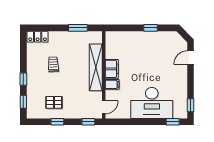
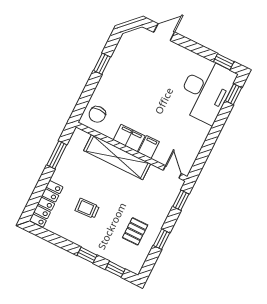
locker: (38, 37) -> (46, 204), width x1.53
chair: (117, 41) -> (97, 114), added
door: (191, 58) -> (164, 32), swing flipped
desk: (152, 103) -> (206, 91), moved

